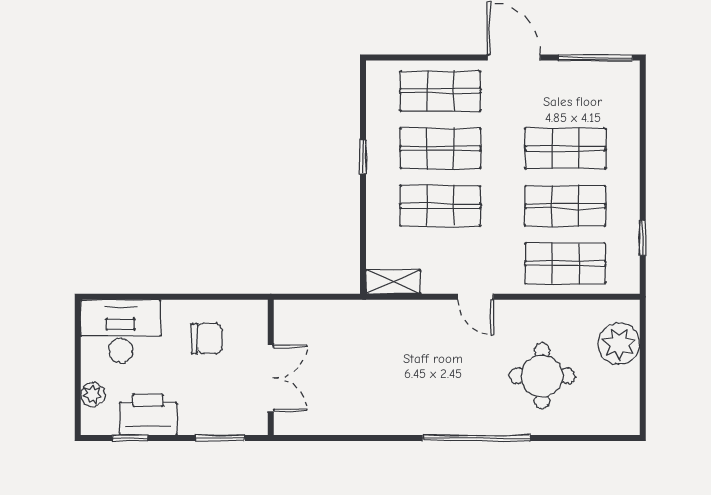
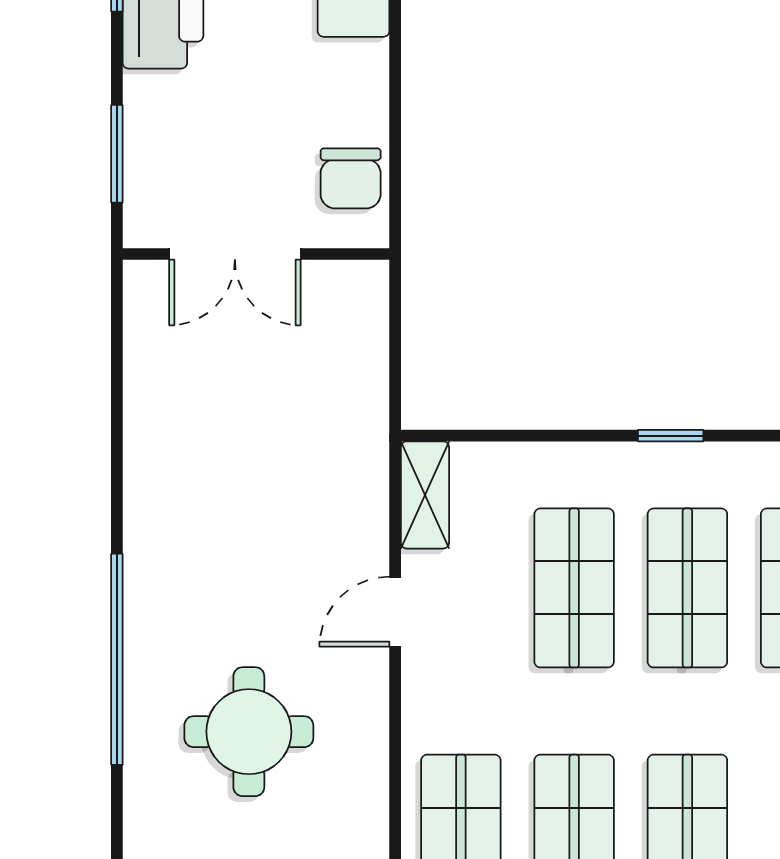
door: (476, 297) -> (395, 612), moved
chair: (207, 339) -> (351, 178), moved
round table: (542, 376) -> (249, 732), moved

